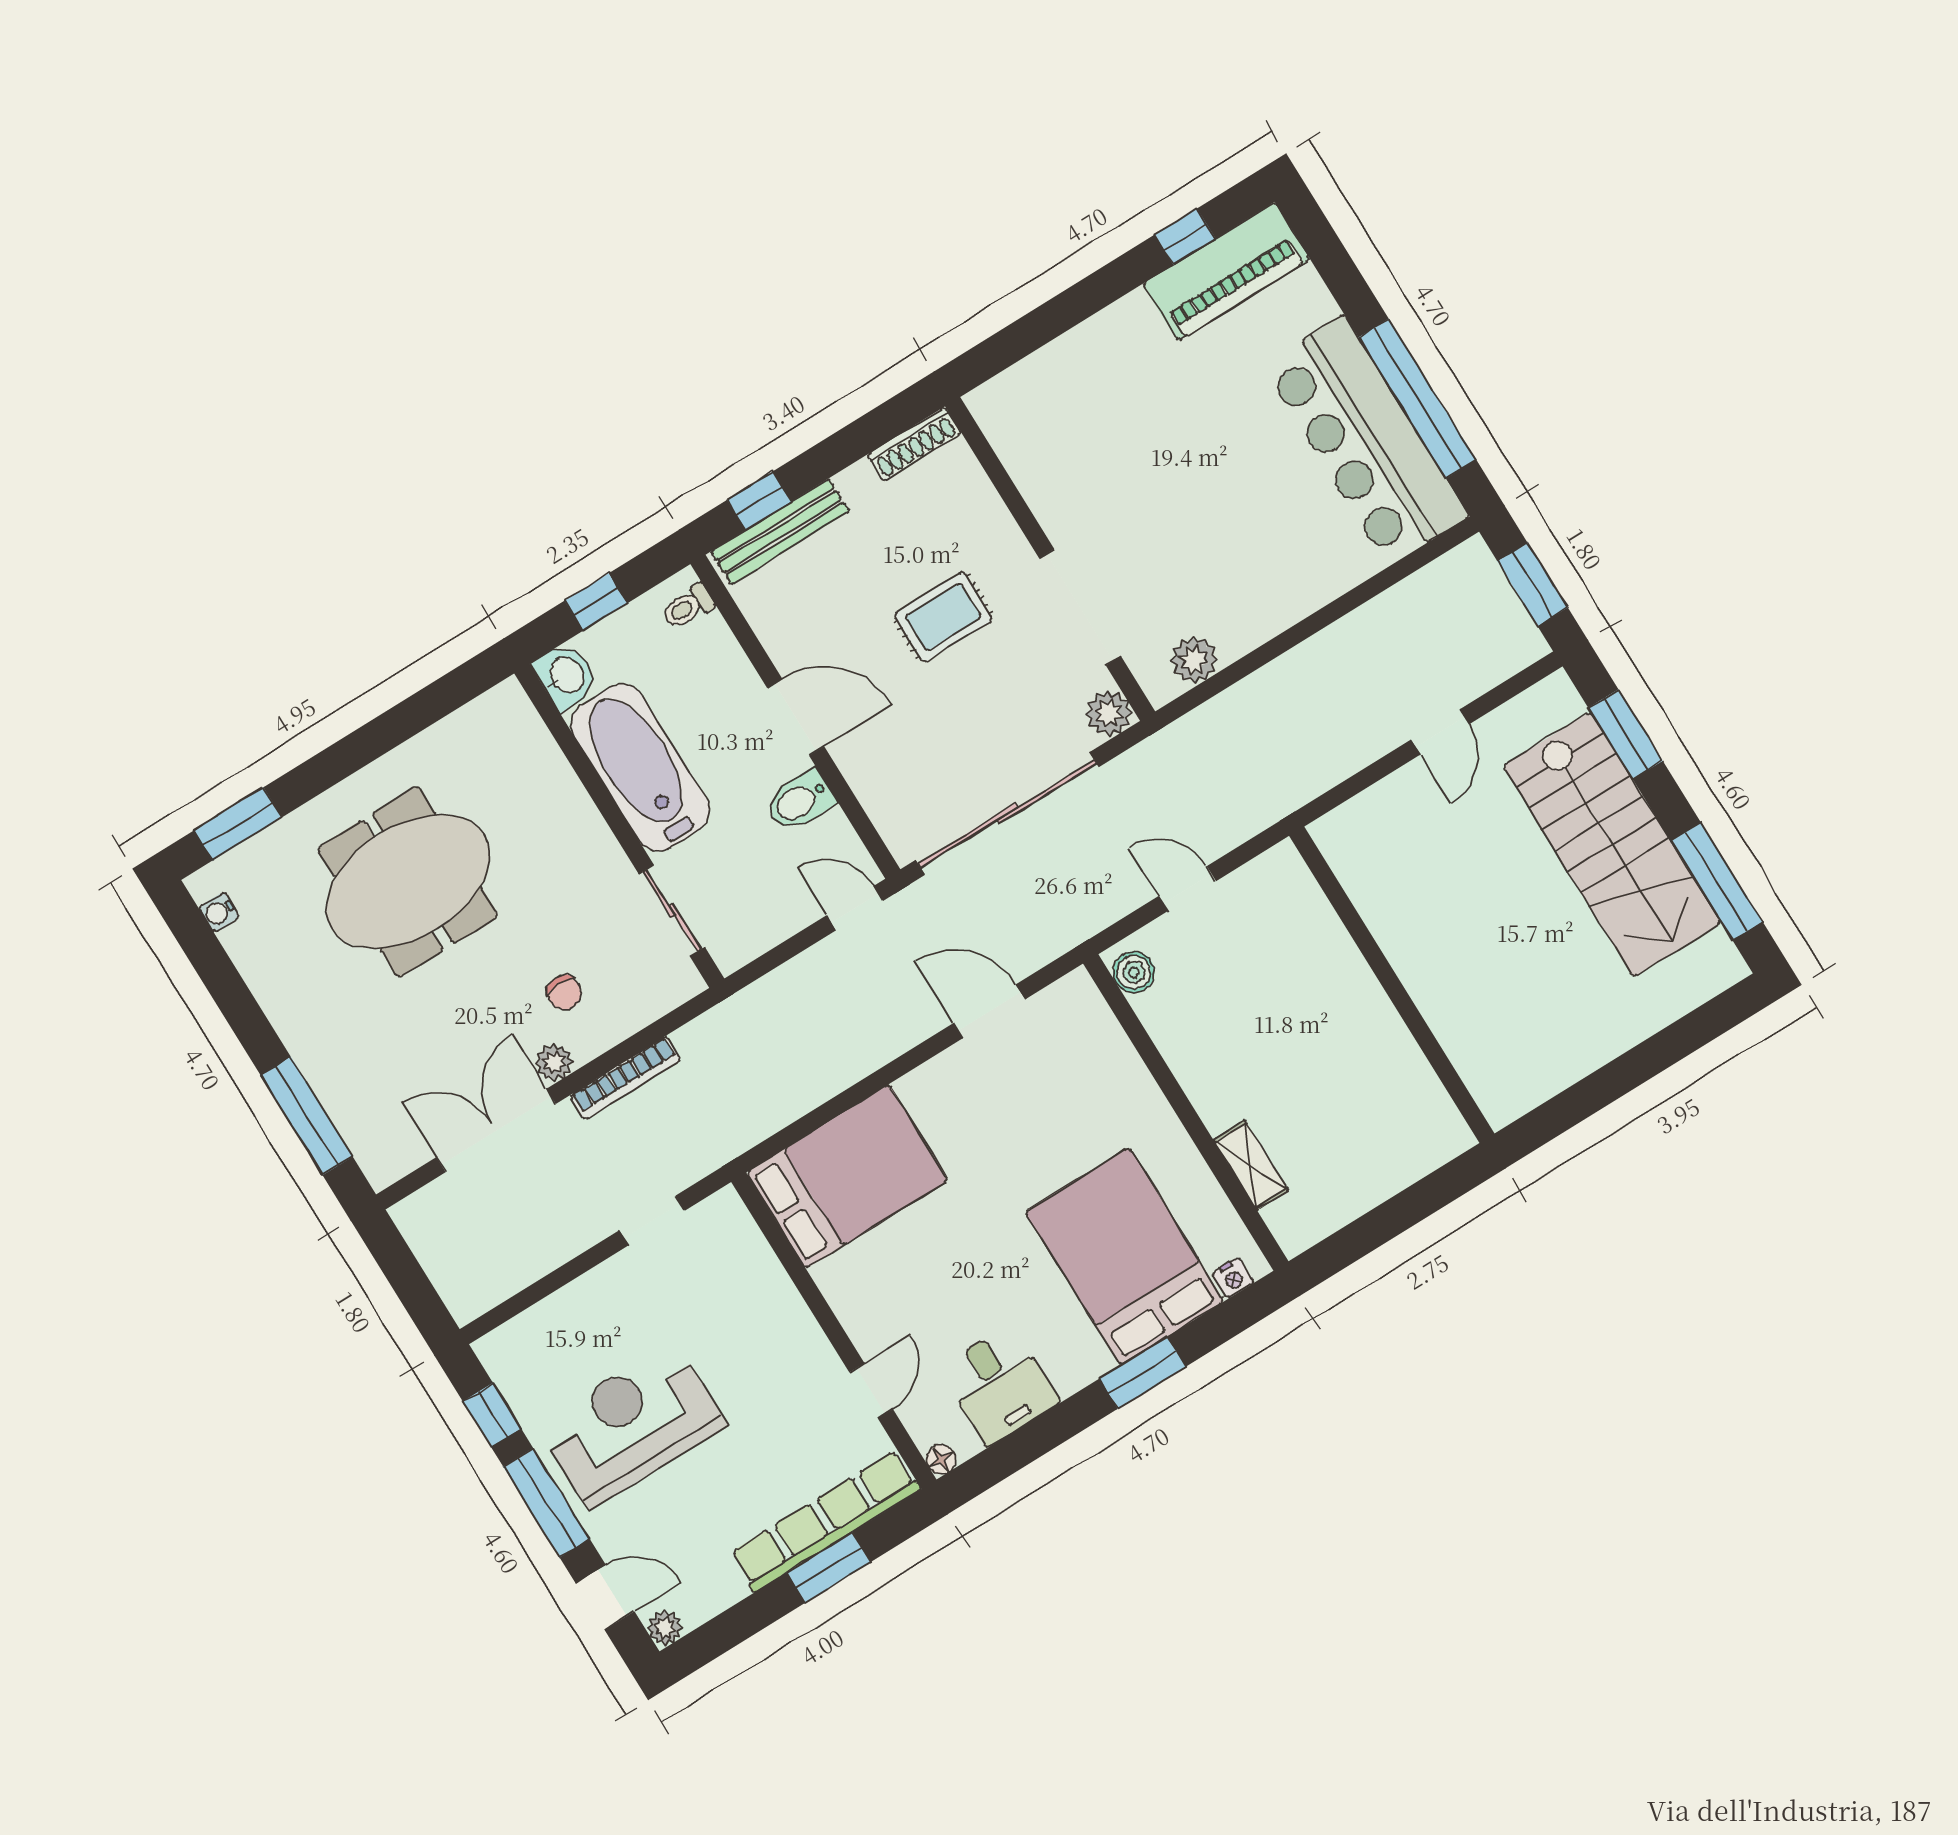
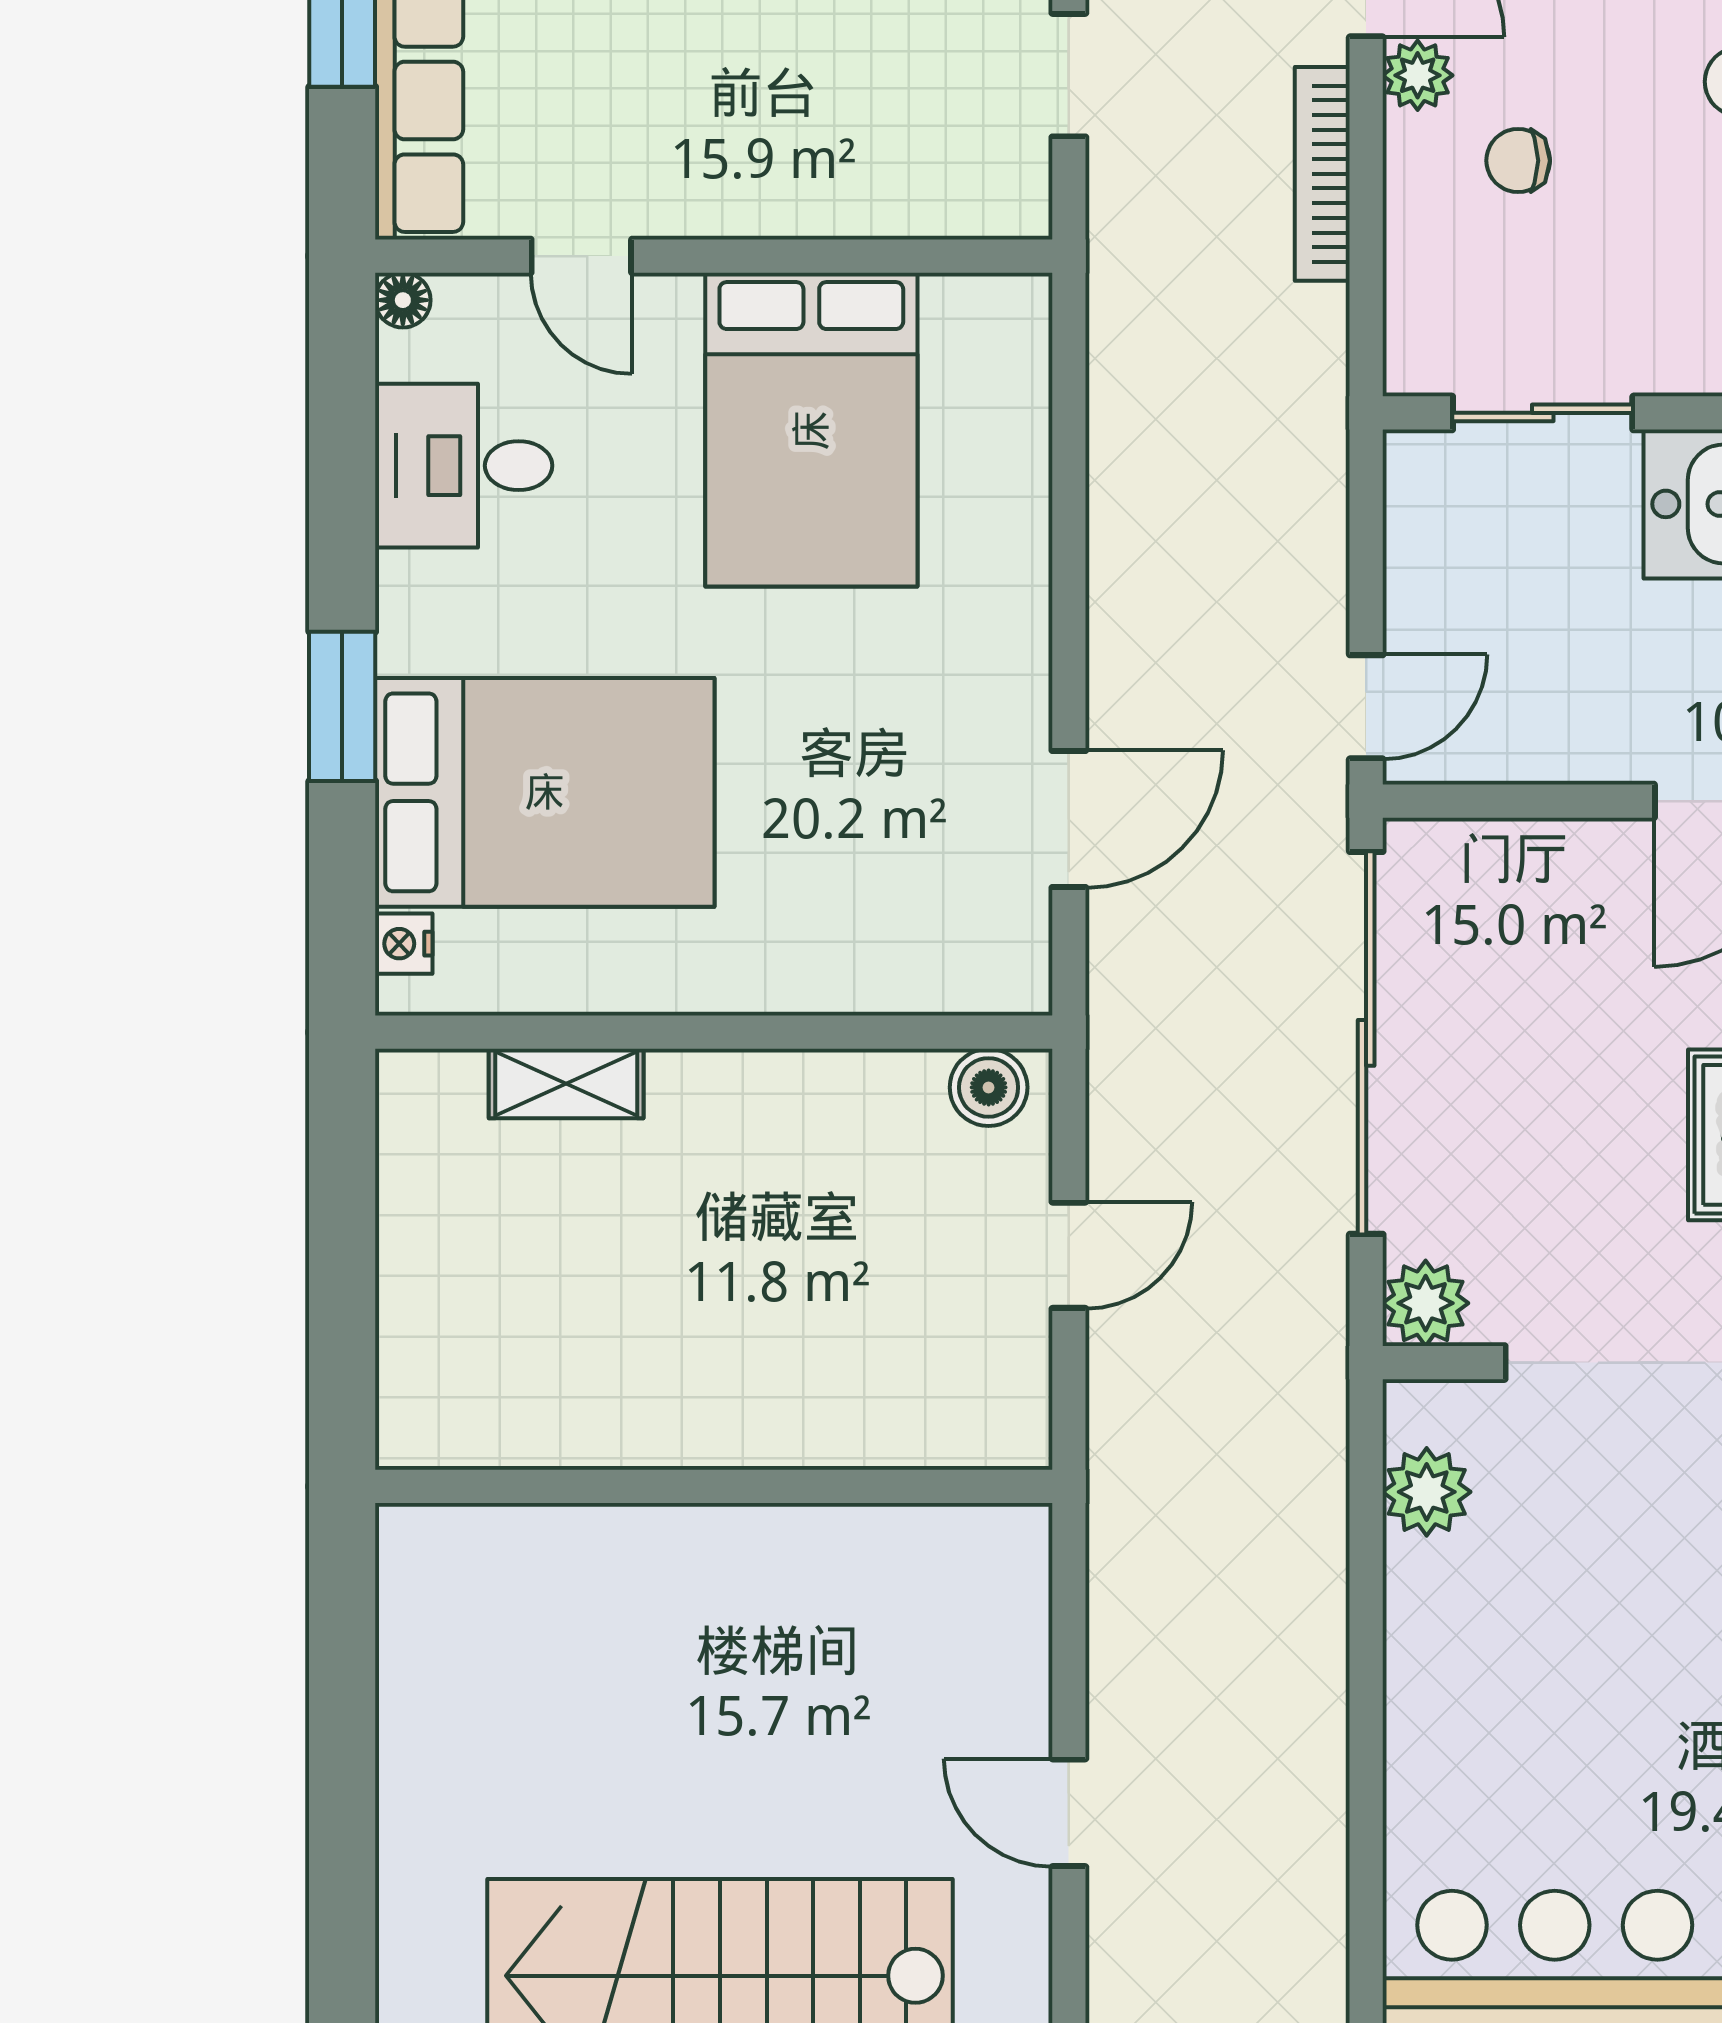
bidet: (800, 801) -> (1591, 725), removed
bed: (847, 1176) -> (811, 430), moved

